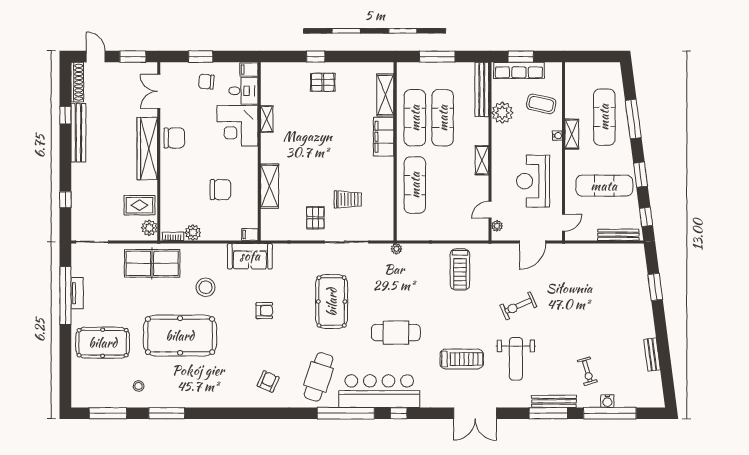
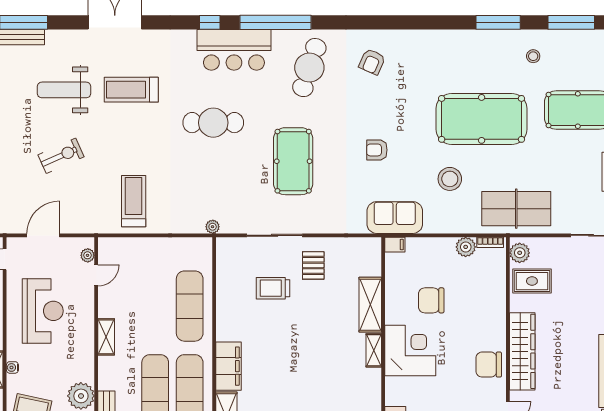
shelving: (267, 119) -> (374, 350), moved
corner desk: (237, 126) -> (410, 351), moved
weight bench: (516, 359) -> (64, 90), turned -90
bar counter: (379, 391) -> (234, 50), width x0.73

